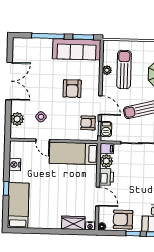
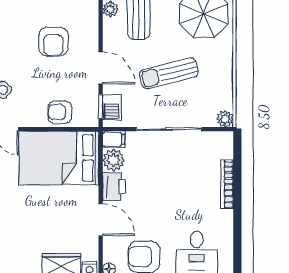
armchair: (88, 123) -> (60, 112), moved
bed: (74, 153) -> (59, 158), width x1.50

